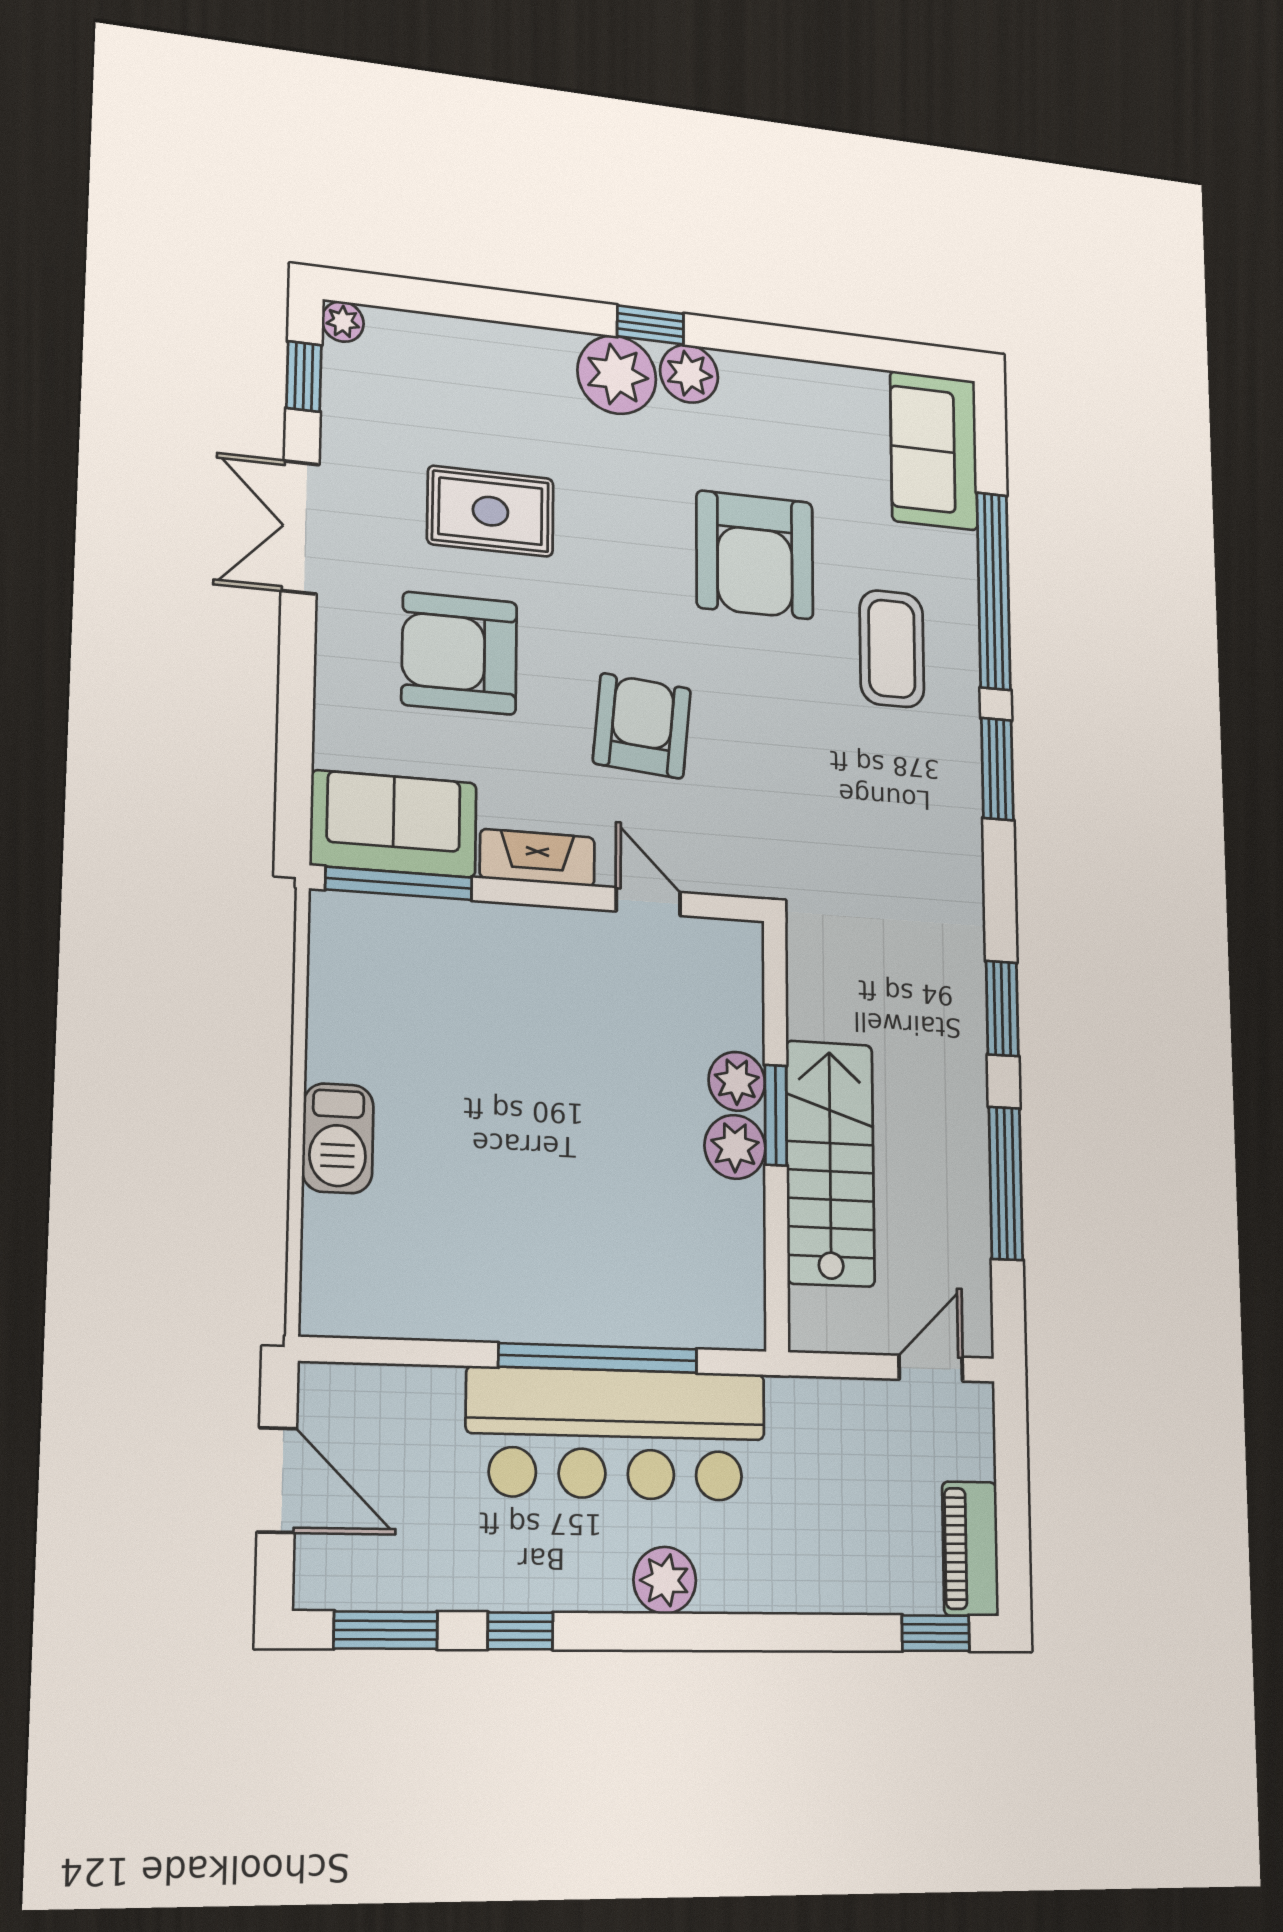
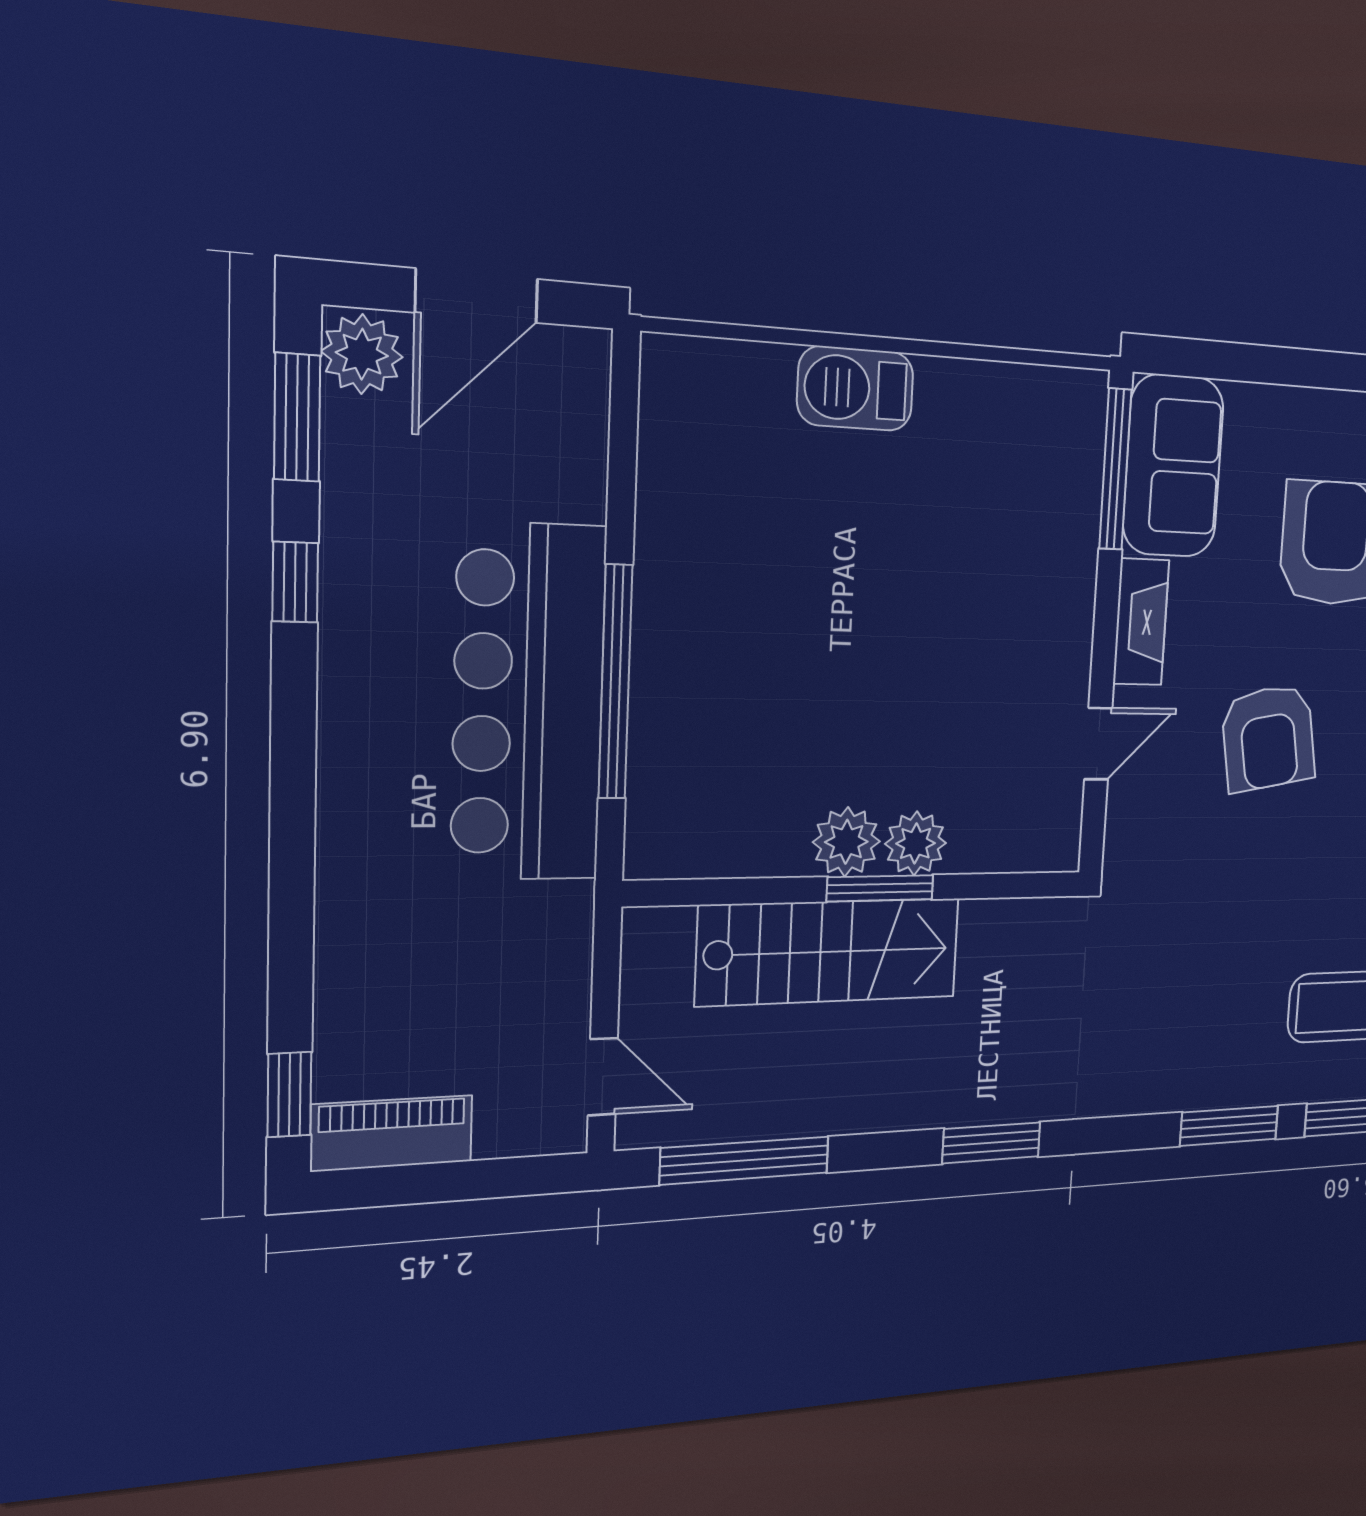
armchair: (642, 726) -> (1268, 738), turned 75
window: (1006, 1183) -> (745, 1160), moved
plant: (665, 1580) -> (362, 354), moved

